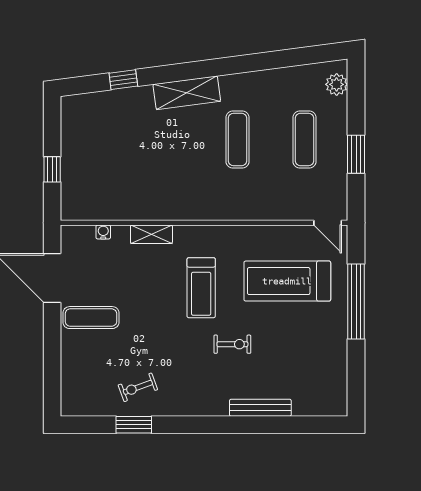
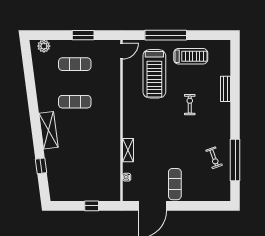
treadmill: (201, 288) -> (191, 56), moved
bench: (260, 408) -> (226, 89), width x0.73
window: (134, 425) -> (235, 160), width x2.11

